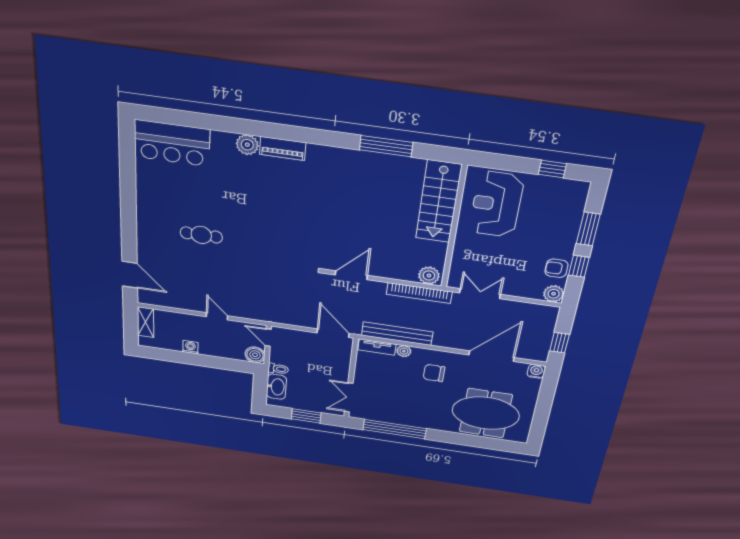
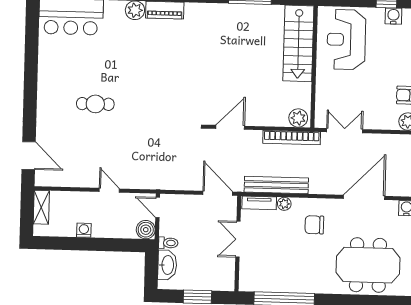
water cooler: (558, 186) -> (393, 16), added
double door: (349, 397) -> (238, 239), moved

